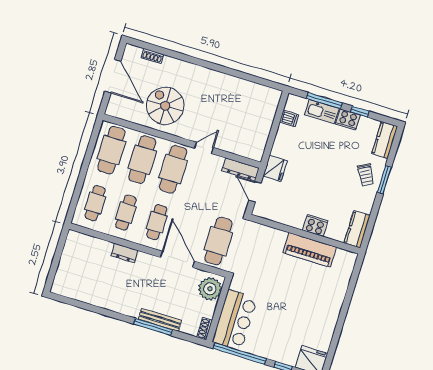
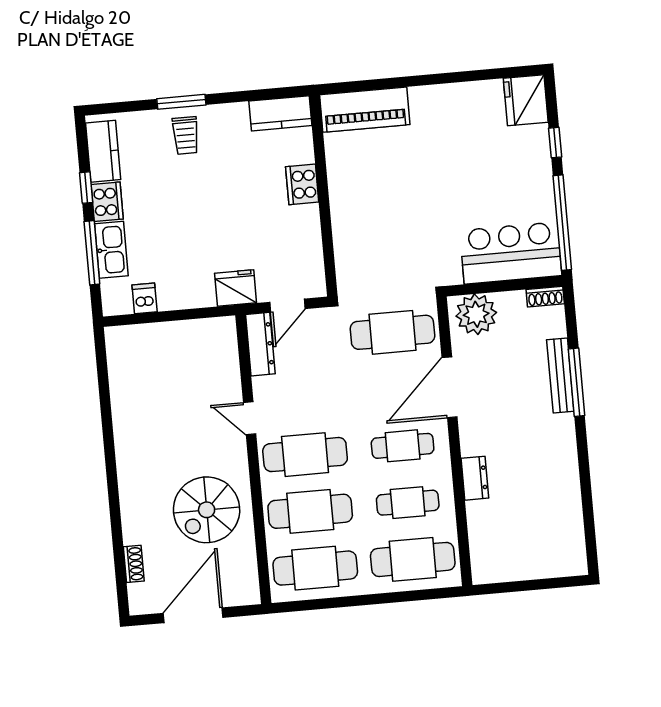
kitchen counter: (385, 140) -> (103, 151), moved, turned -90
trolley: (366, 175) -> (186, 135), turned 119
cafe table: (95, 203) -> (413, 559), width x1.37, depth x1.35
piano: (310, 250) -> (365, 110), moved, turned 90

